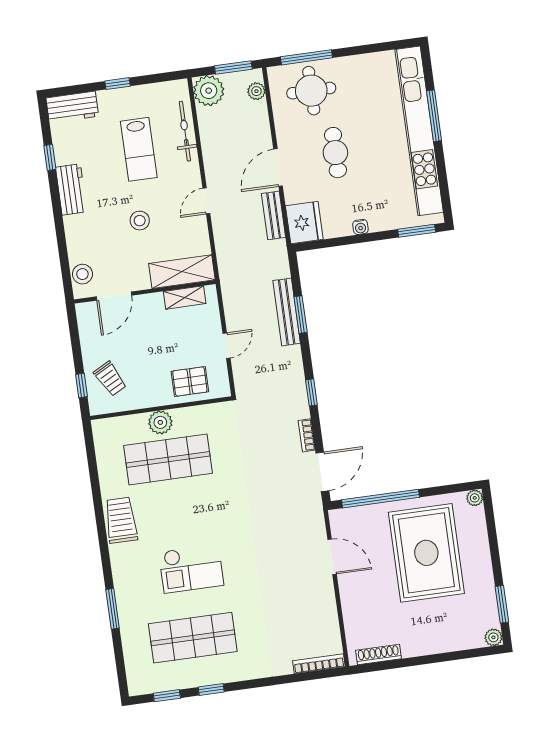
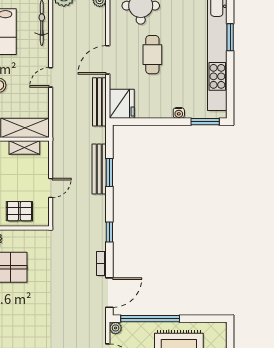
window: (434, 116) -> (230, 37), width x0.69
bench: (274, 215) -> (99, 102), width x1.36
water cooler: (360, 227) -> (179, 113), moved
plant: (475, 498) -> (116, 328), moved

